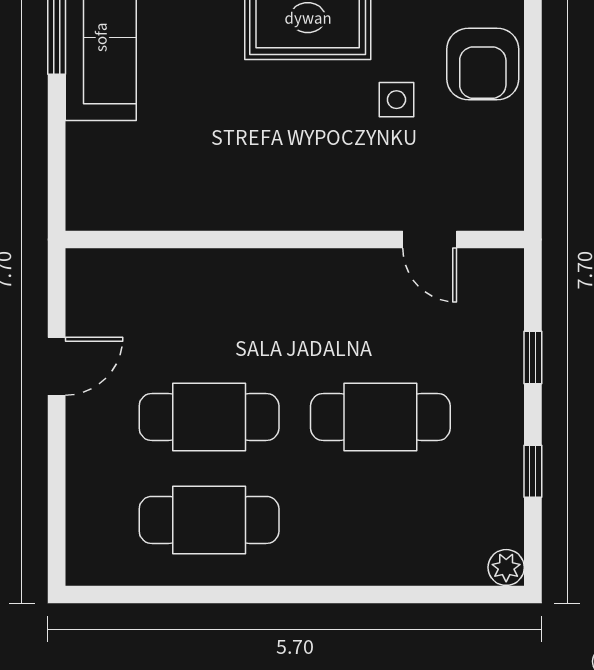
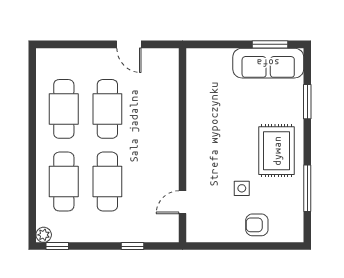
armchair: (483, 64) -> (257, 225), width x0.72, depth x0.72
window: (533, 471) -> (57, 246), moved
cafe table: (380, 520) -> (64, 182), added

